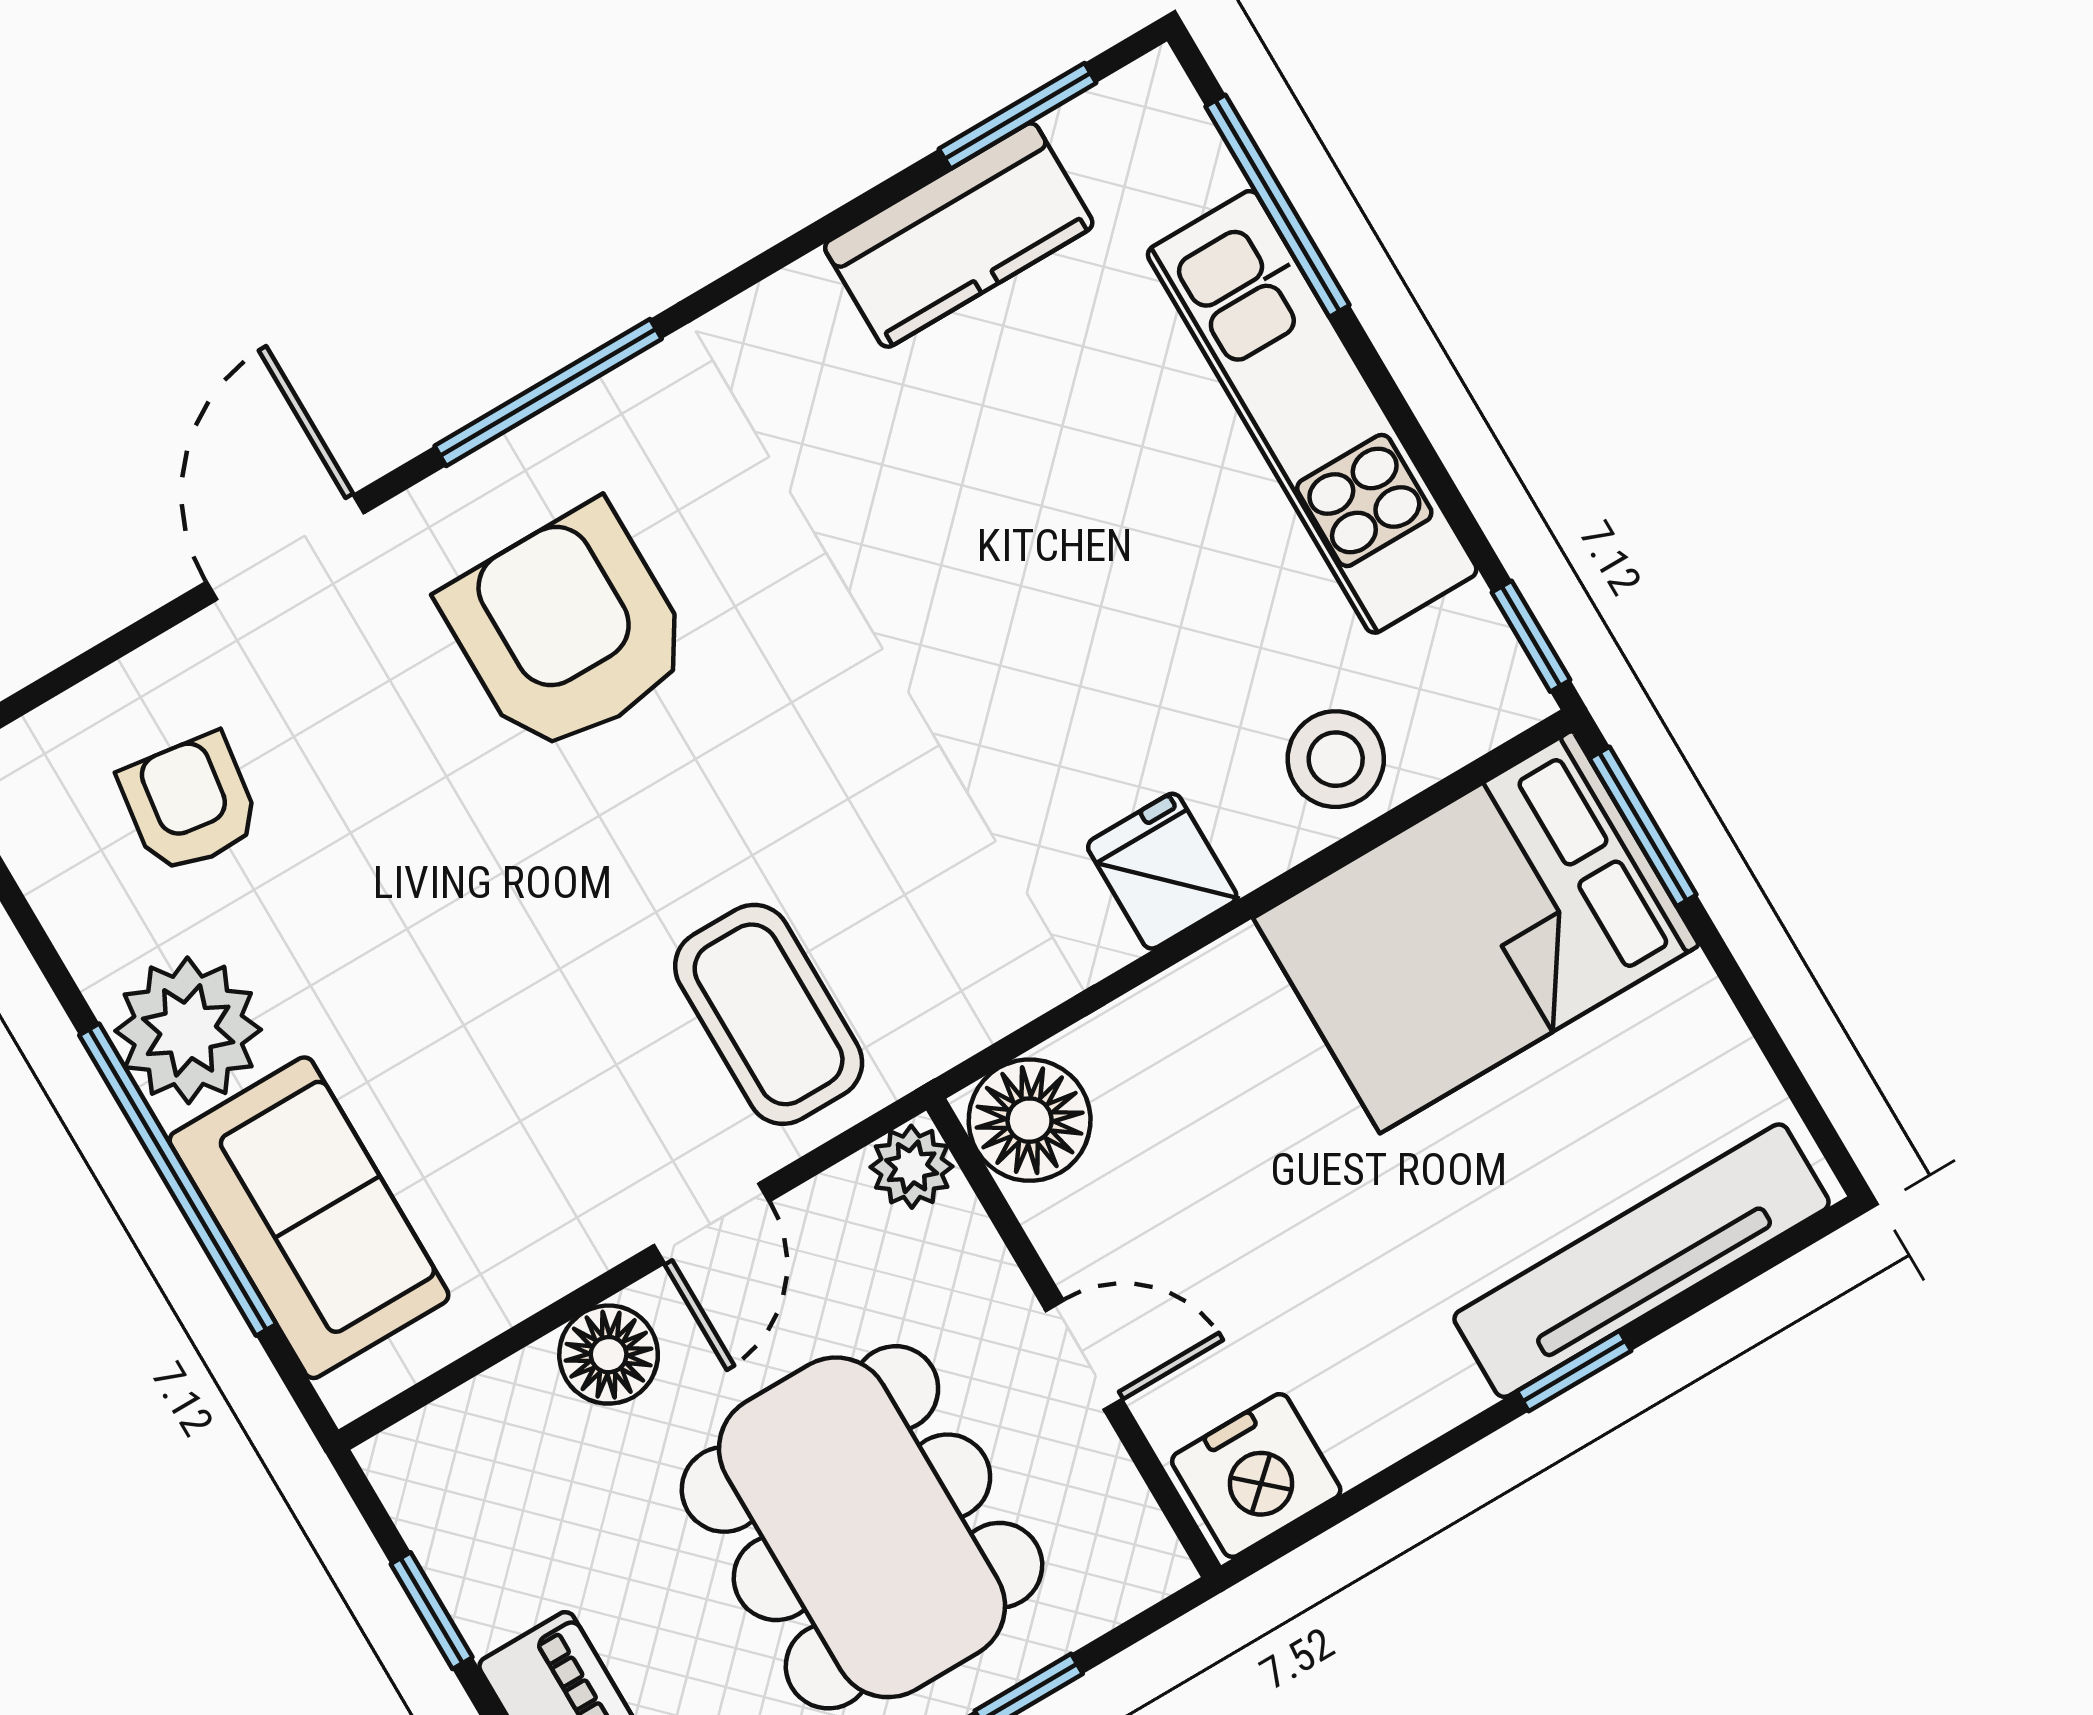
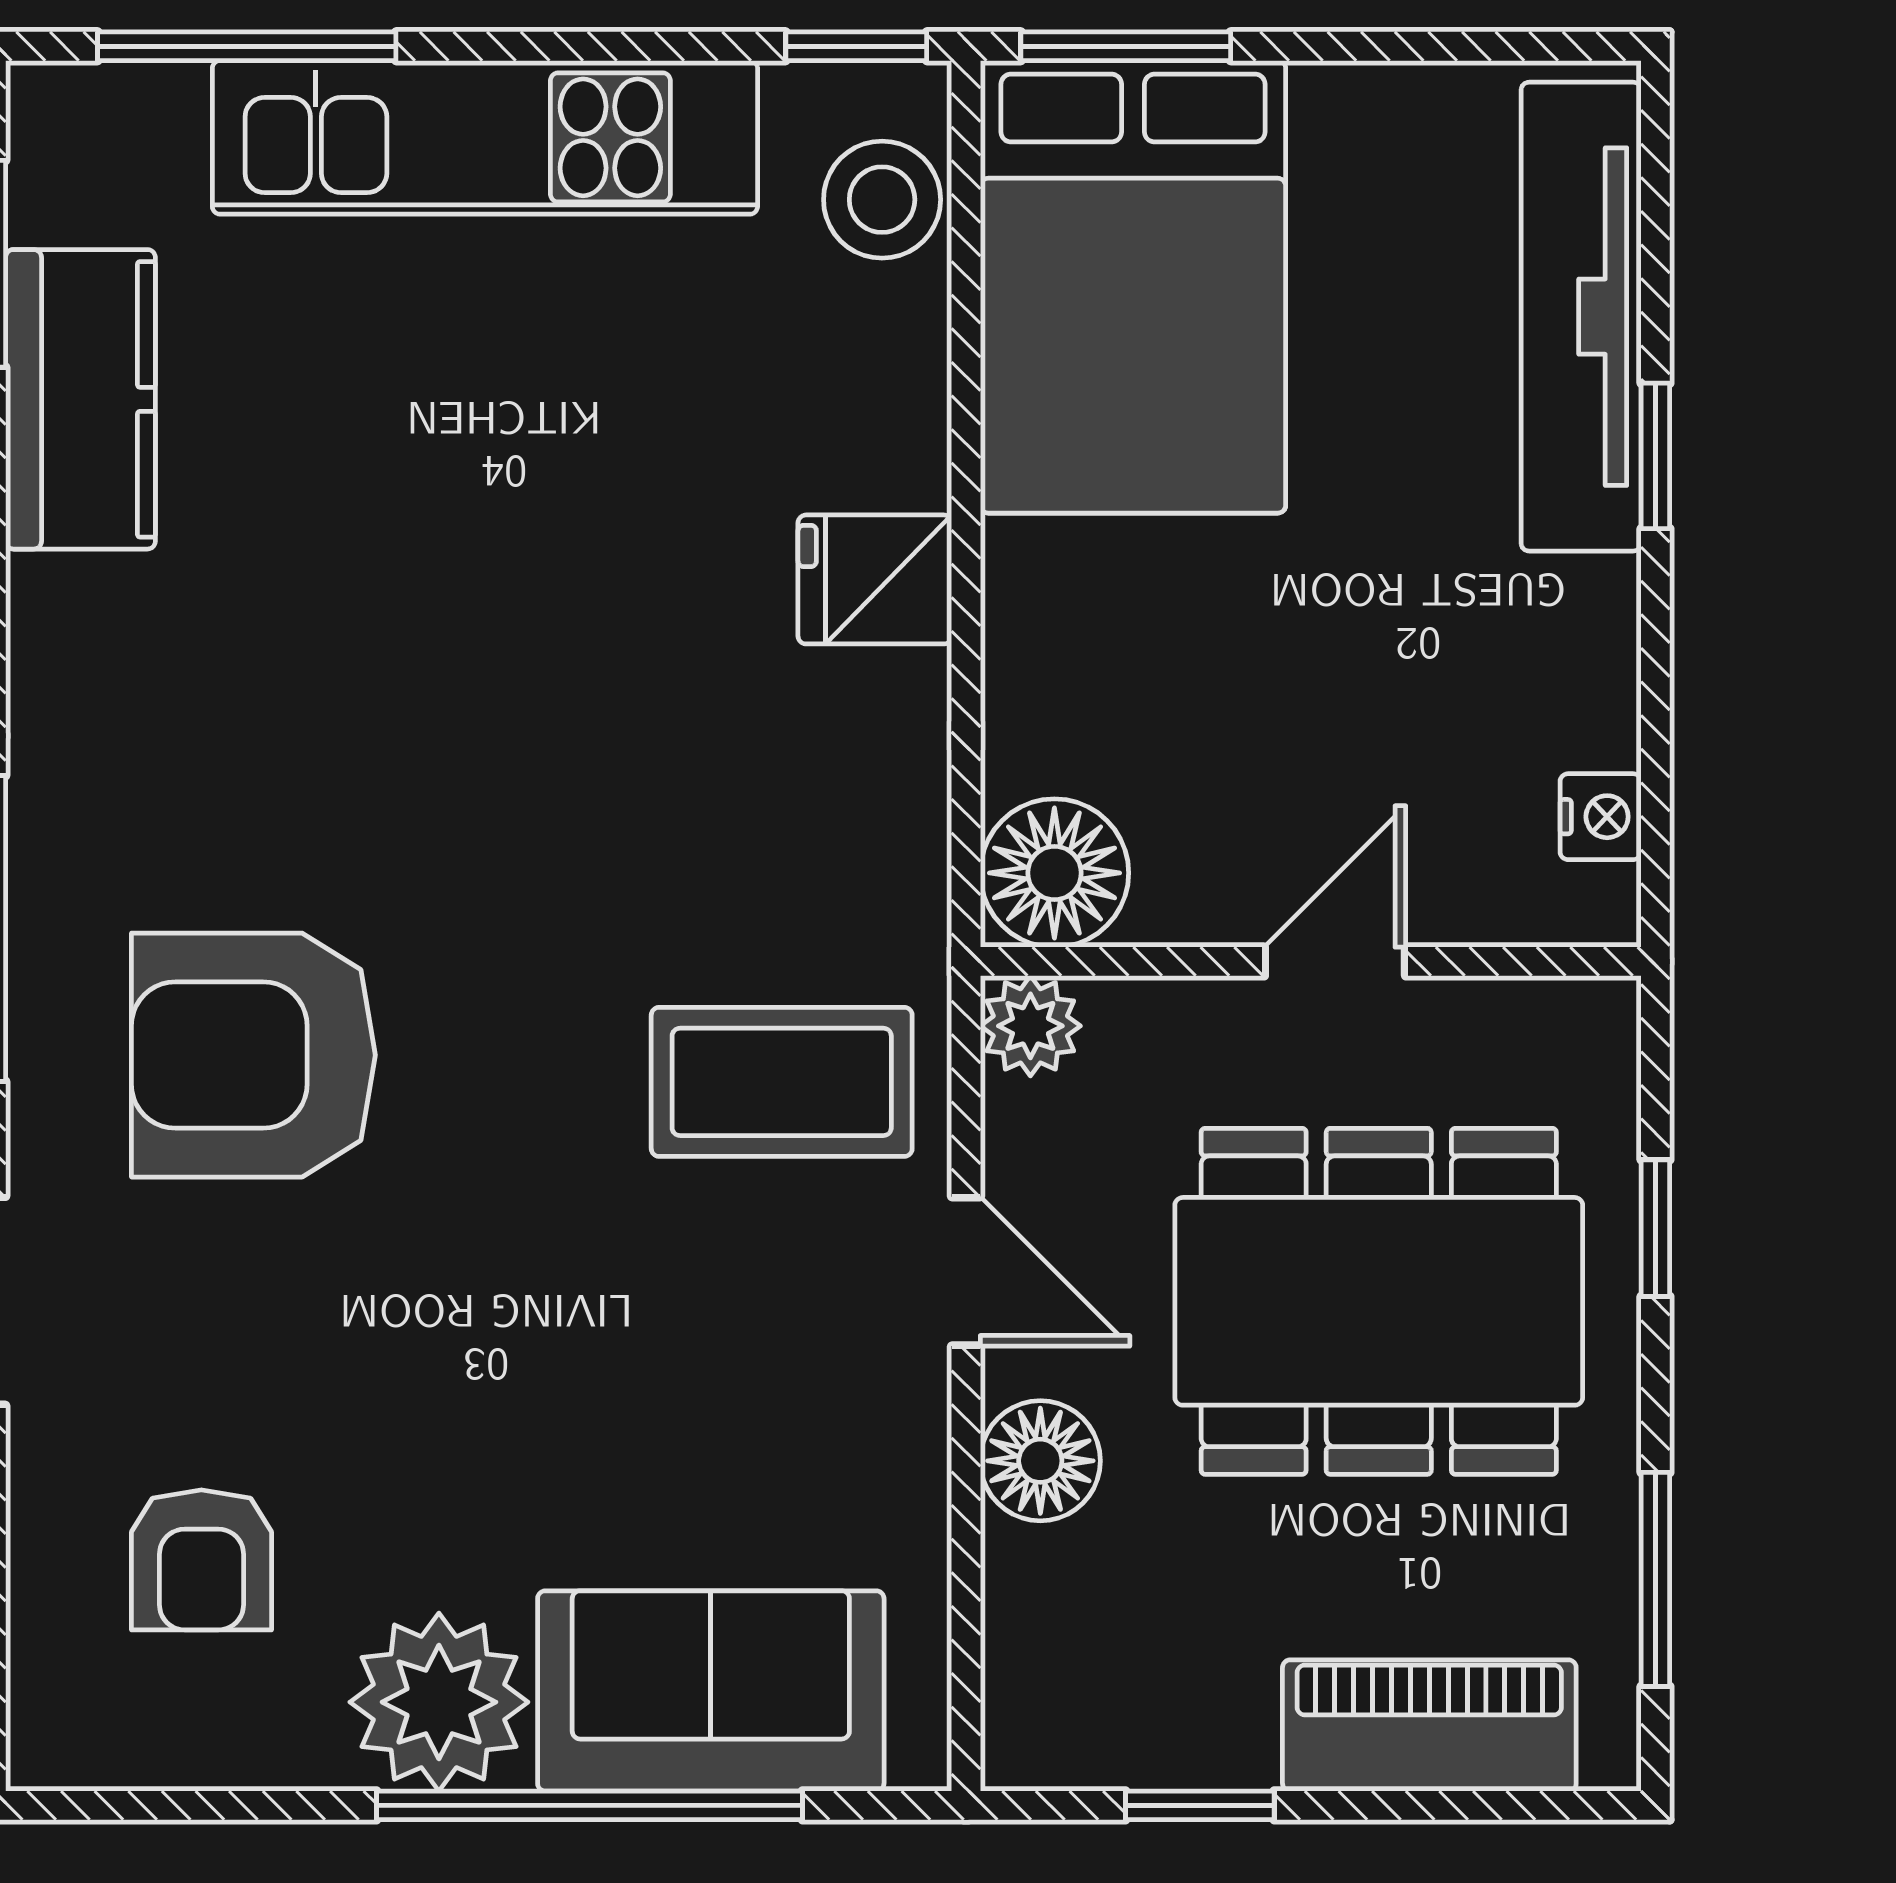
stool: (1336, 759) -> (882, 200), moved
armchair: (190, 803) -> (201, 1560), turned -98
nightstand: (1256, 1475) -> (1601, 817), width x0.53, depth x0.56

